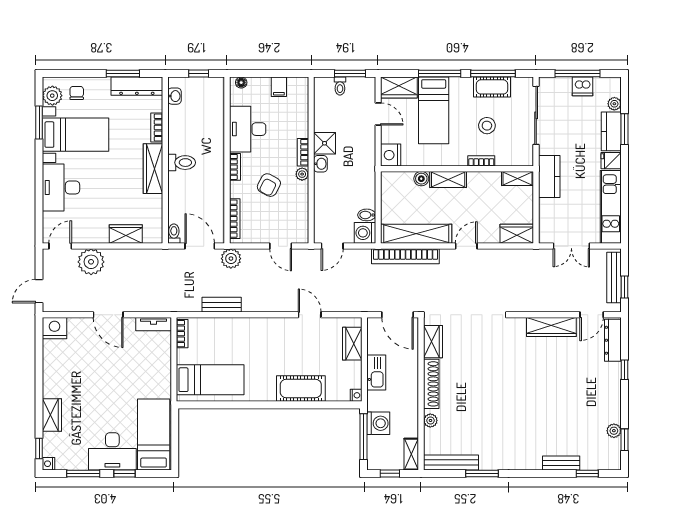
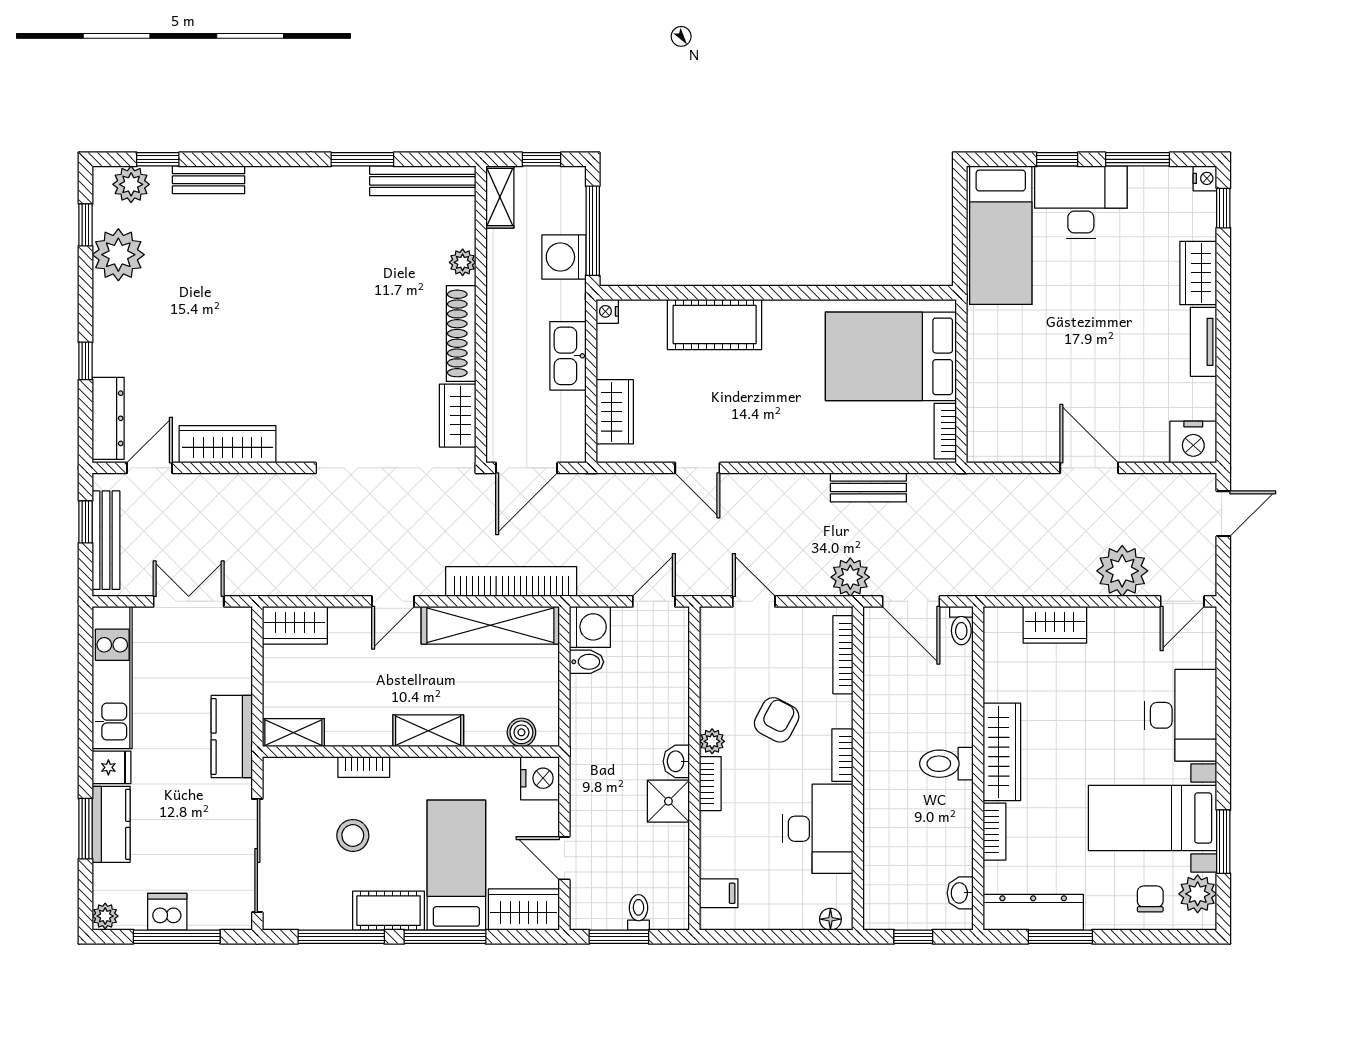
filing cabinet: (279, 87) -> (719, 893), moved, turned 90
cot: (492, 87) -> (389, 911), moved
chair: (77, 93) -> (1150, 899), turned 180
plant: (614, 104) -> (105, 916), moved
boiler: (421, 179) -> (521, 732), moved
door: (398, 315) -> (527, 468), swing flipped
tv unit: (154, 324) -> (1203, 342), moved, turned -90
bed: (210, 380) -> (891, 356), width x1.50
plant: (614, 431) -> (118, 255), width x1.87, depth x1.87
plant: (601, 461) -> (131, 184), added

